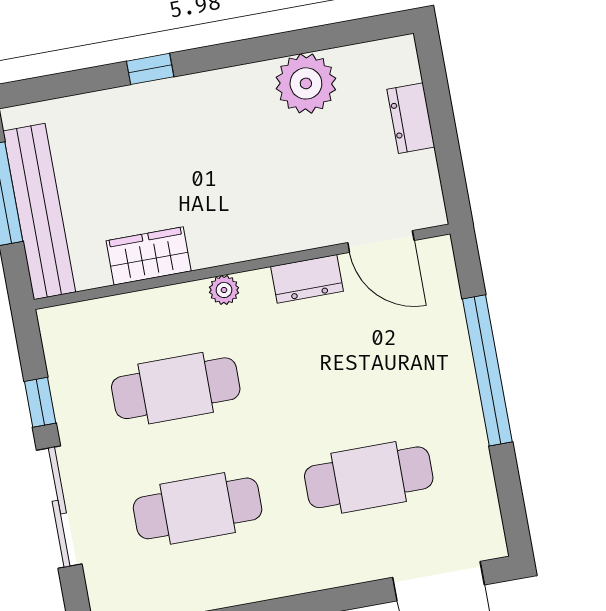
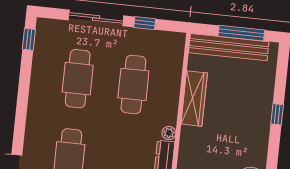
wardrobe: (149, 256) -> (194, 99), width x1.50
plant: (224, 290) -> (169, 133), moved

